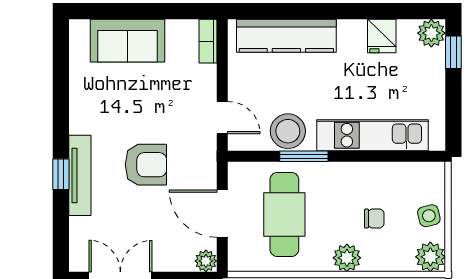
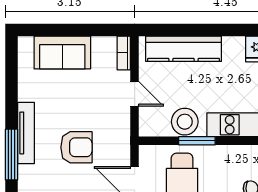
door: (222, 118) -> (135, 94), moved
window: (61, 174) -> (11, 155), width x2.17
tv unit: (80, 175) -> (26, 133), moved

